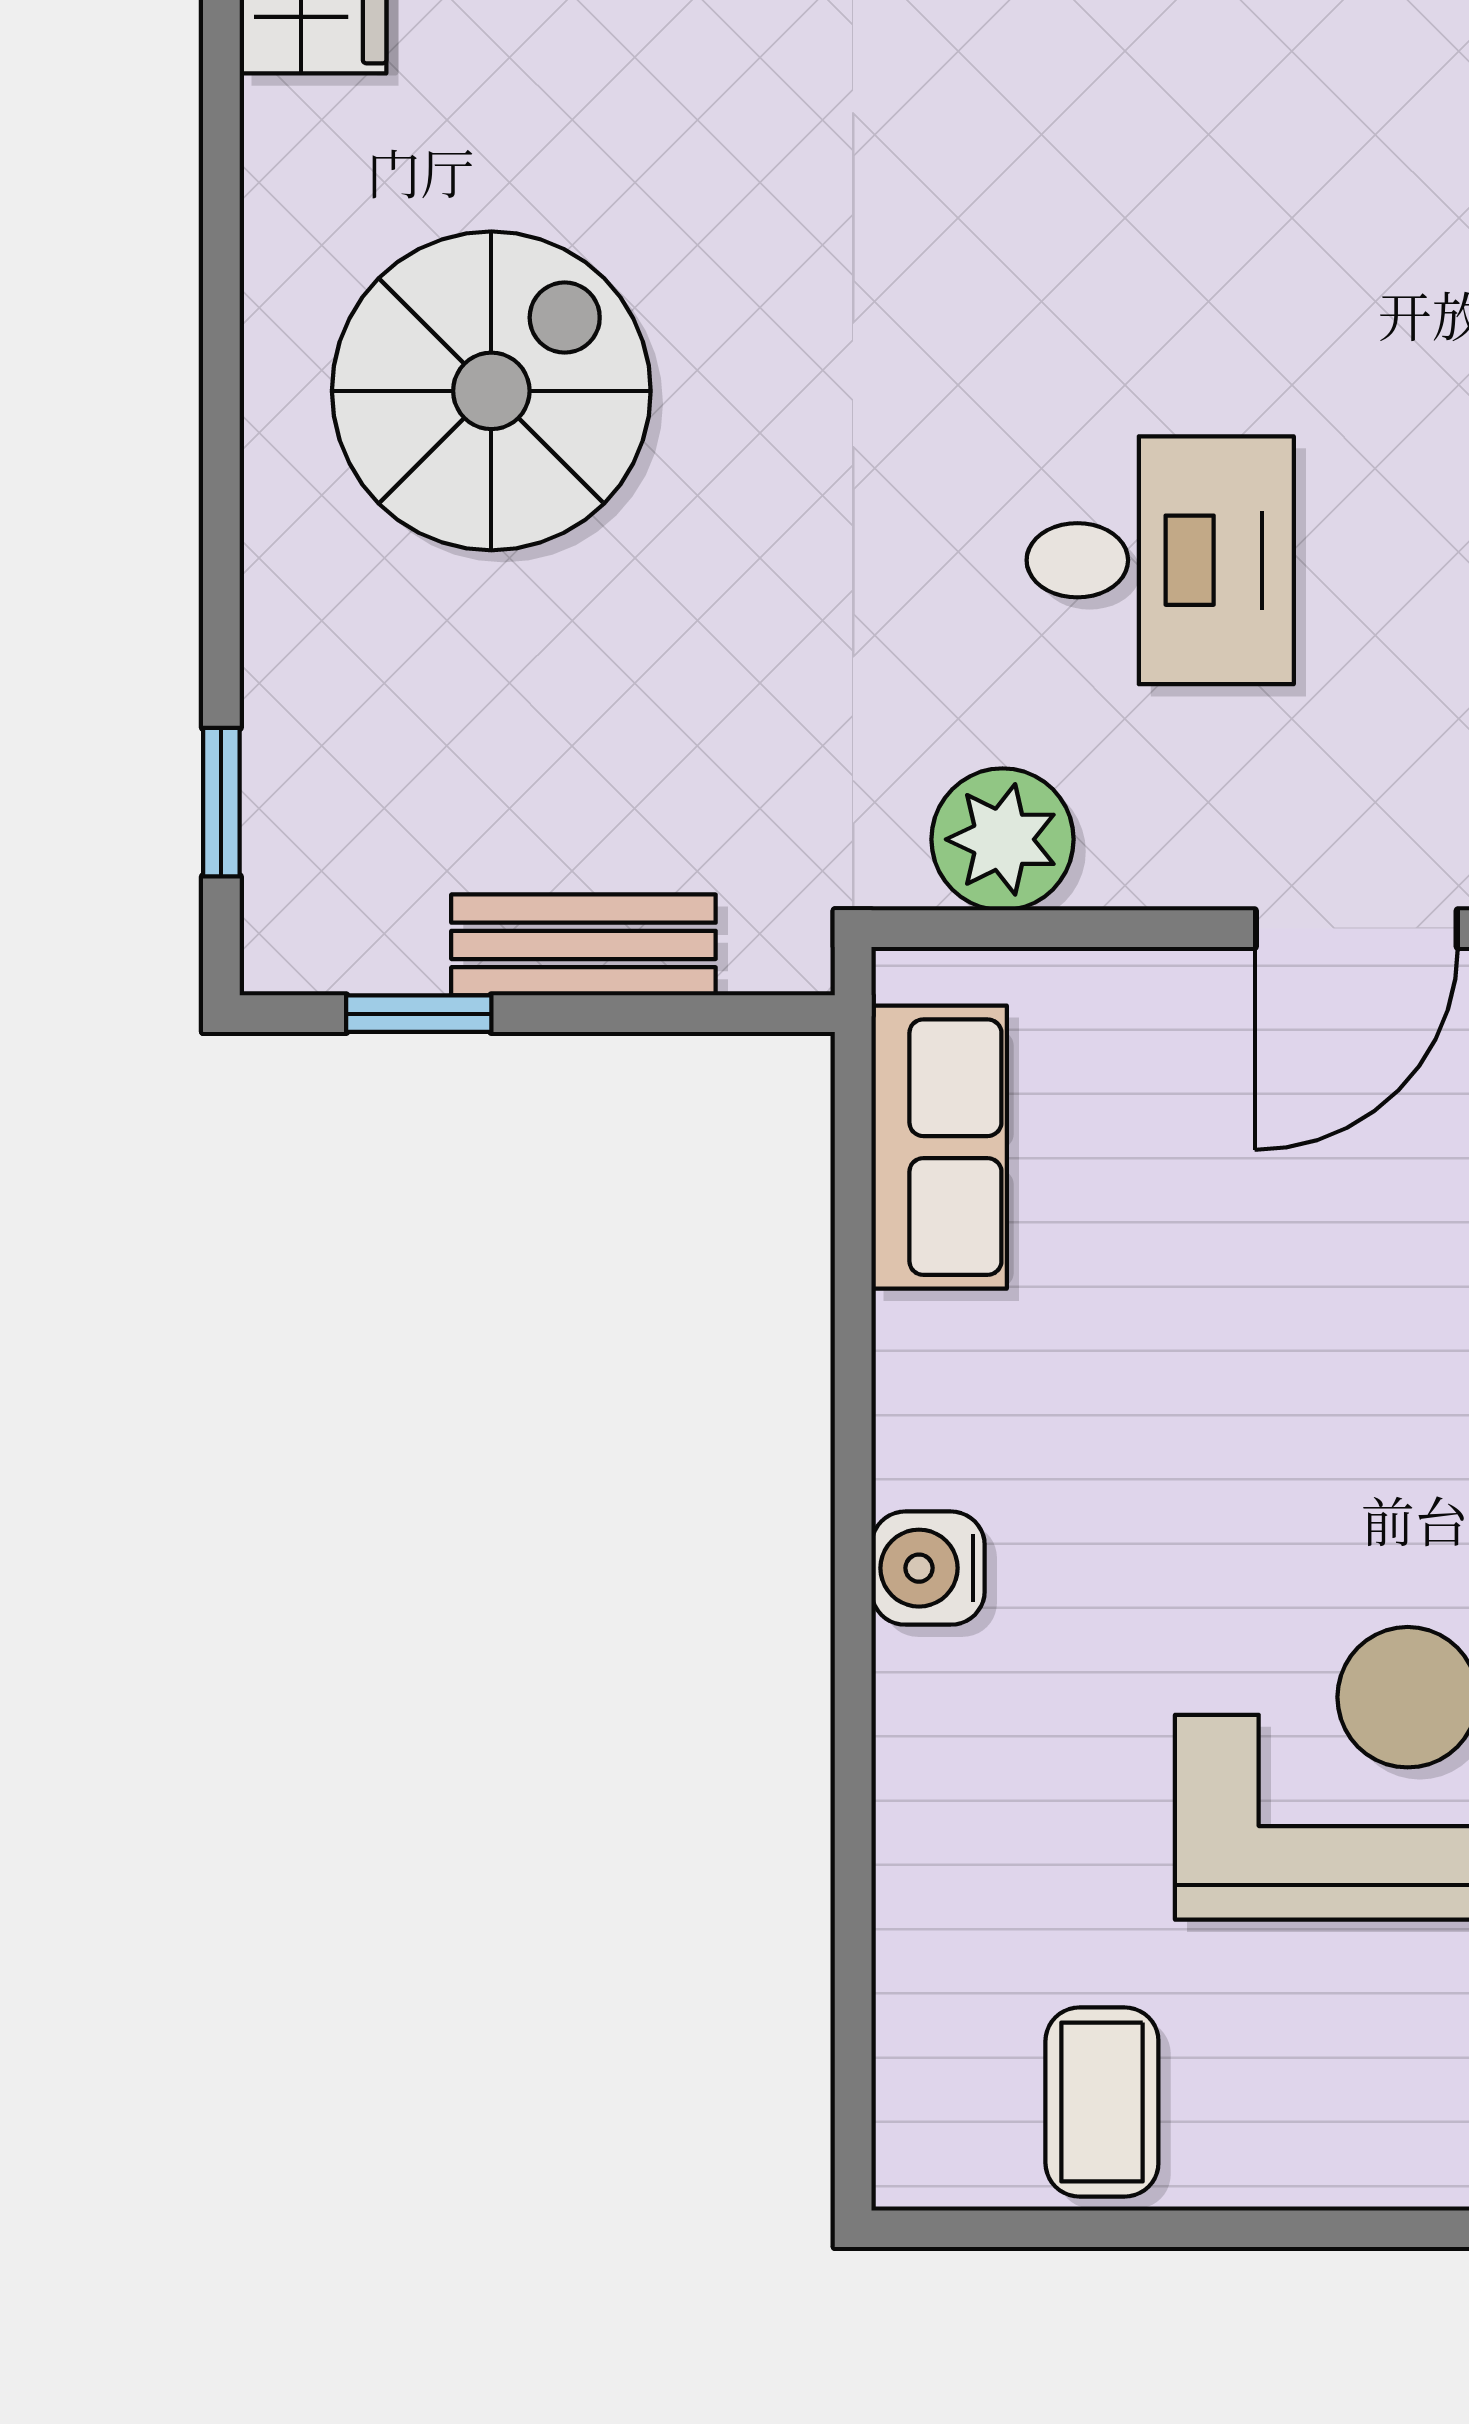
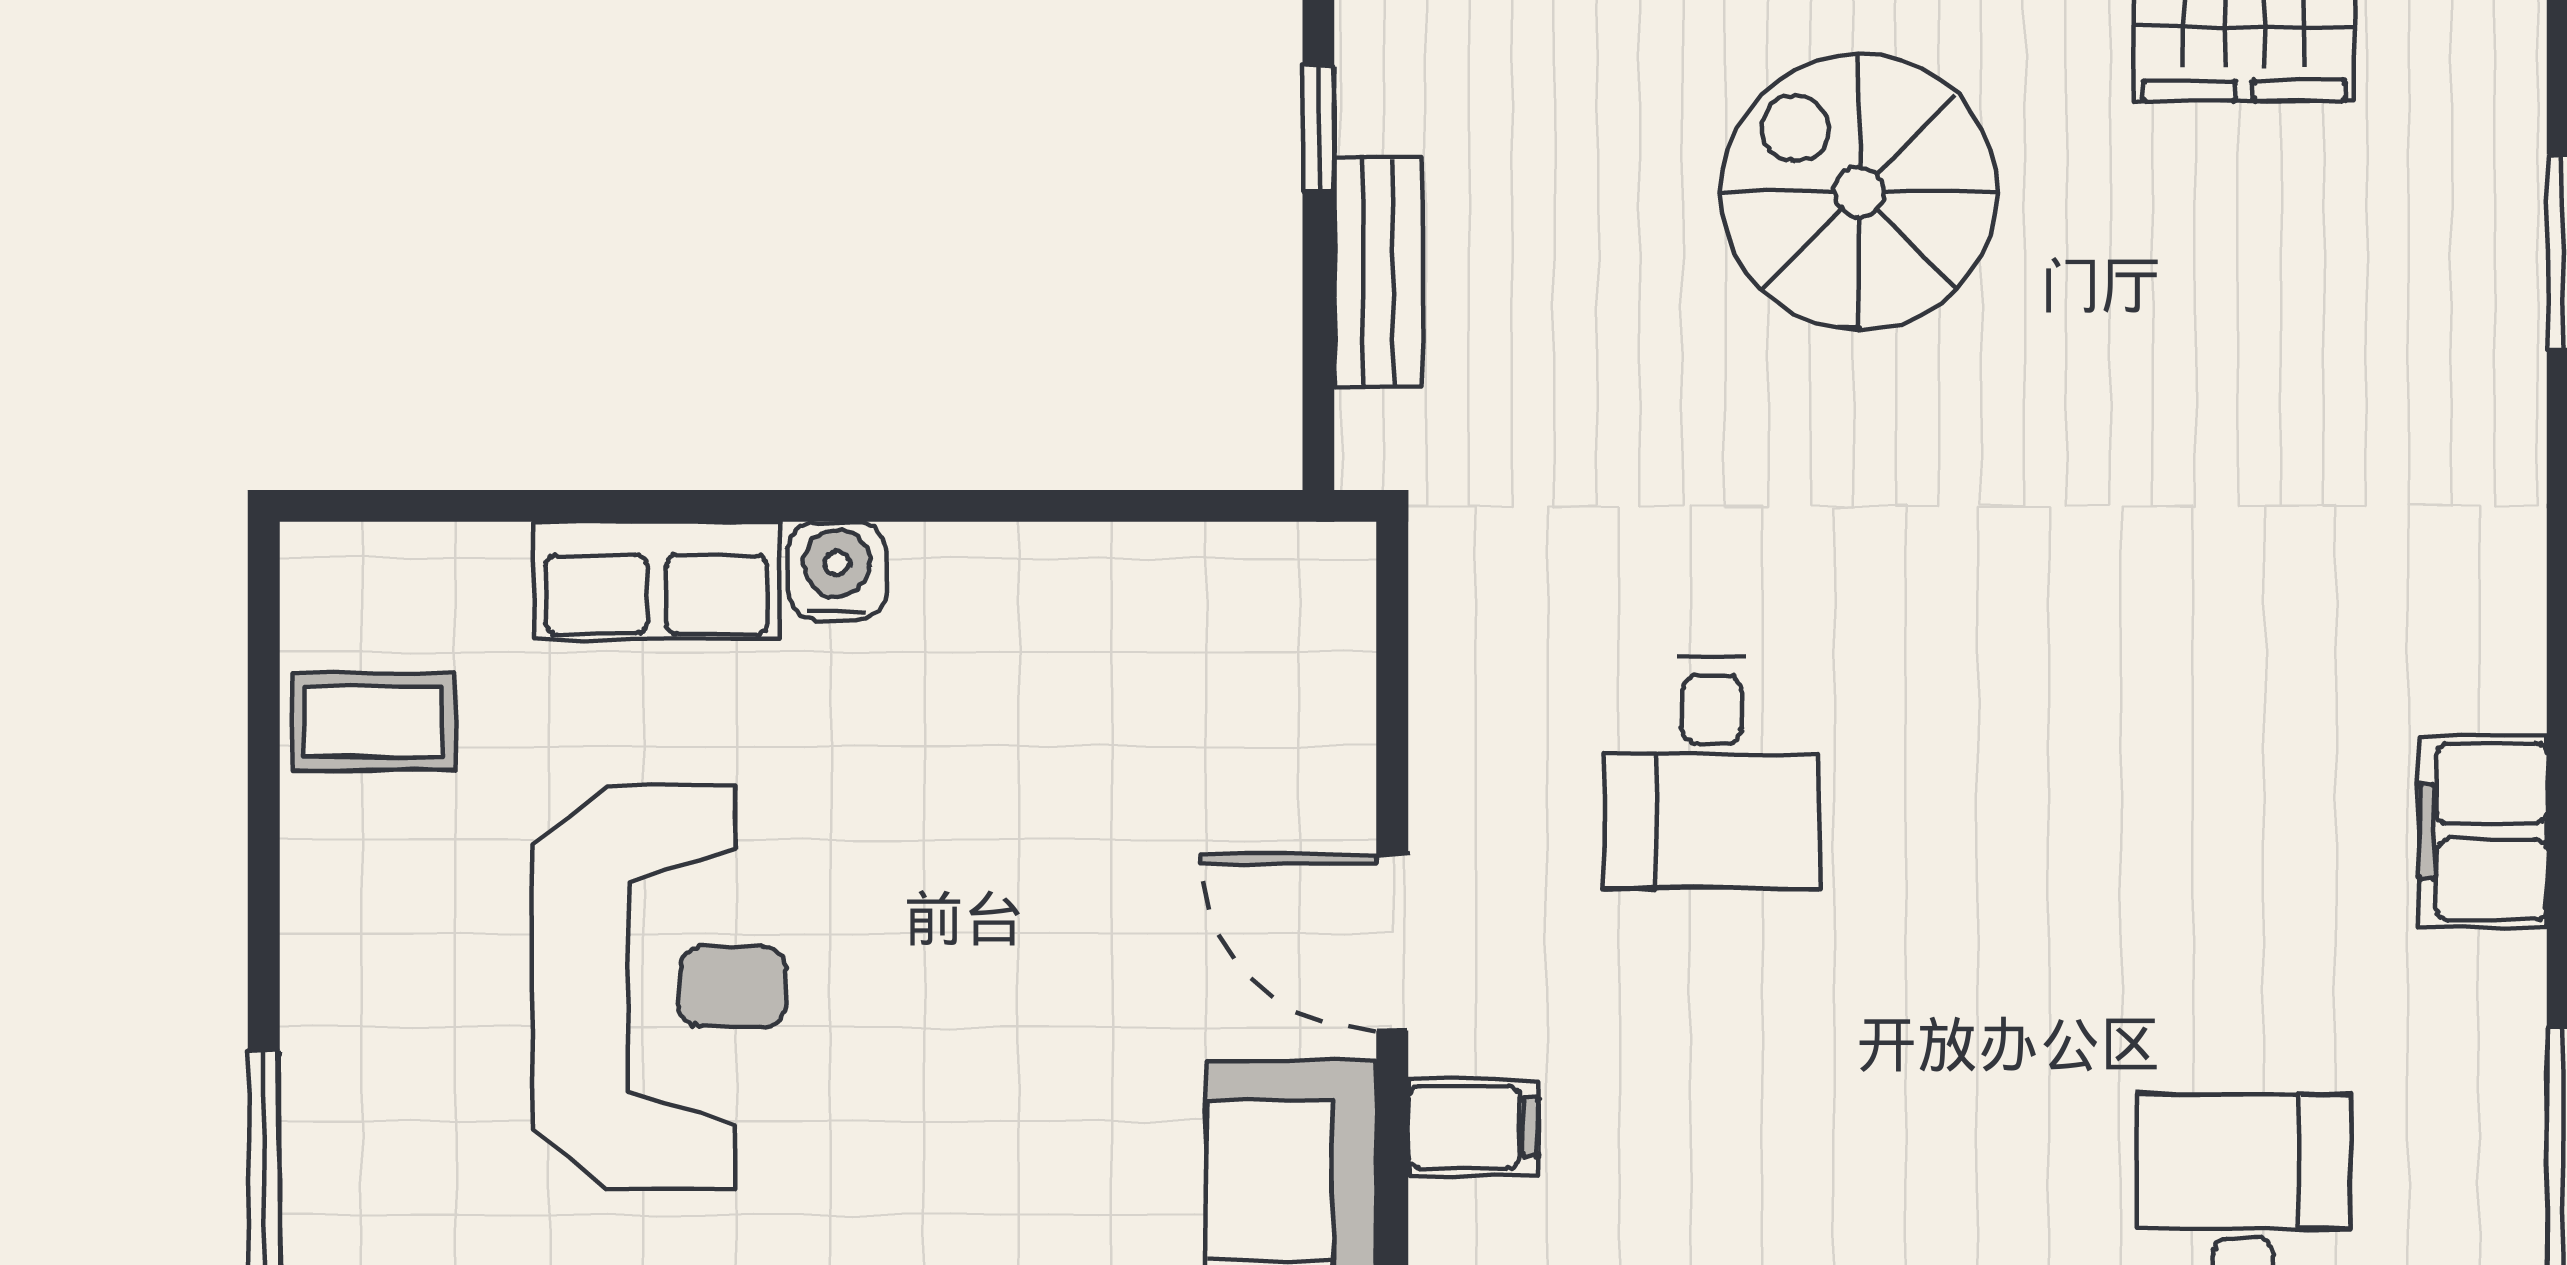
spiral stairs: (491, 391) -> (1859, 192), turned 180
plant: (1003, 839) -> (1470, 636), removed
row of seats: (939, 1147) -> (657, 580), moved

